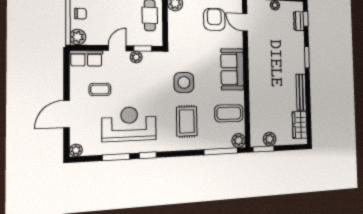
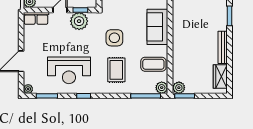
plant: (136, 57) -> (79, 21), width x1.88, depth x1.88
coffee table: (100, 89) -> (46, 43), removed
reception desk: (129, 124) -> (69, 70), turned 180
plant: (270, 139) -> (179, 88), moved
window: (116, 157) -> (47, 96), moved

